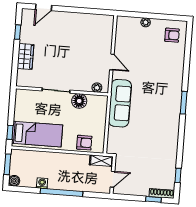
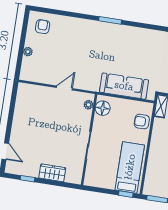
floor lamp: (79, 101) -> (103, 108), moved
sofa: (120, 103) -> (124, 86), moved
armchair: (84, 143) -> (142, 122), turned -90

